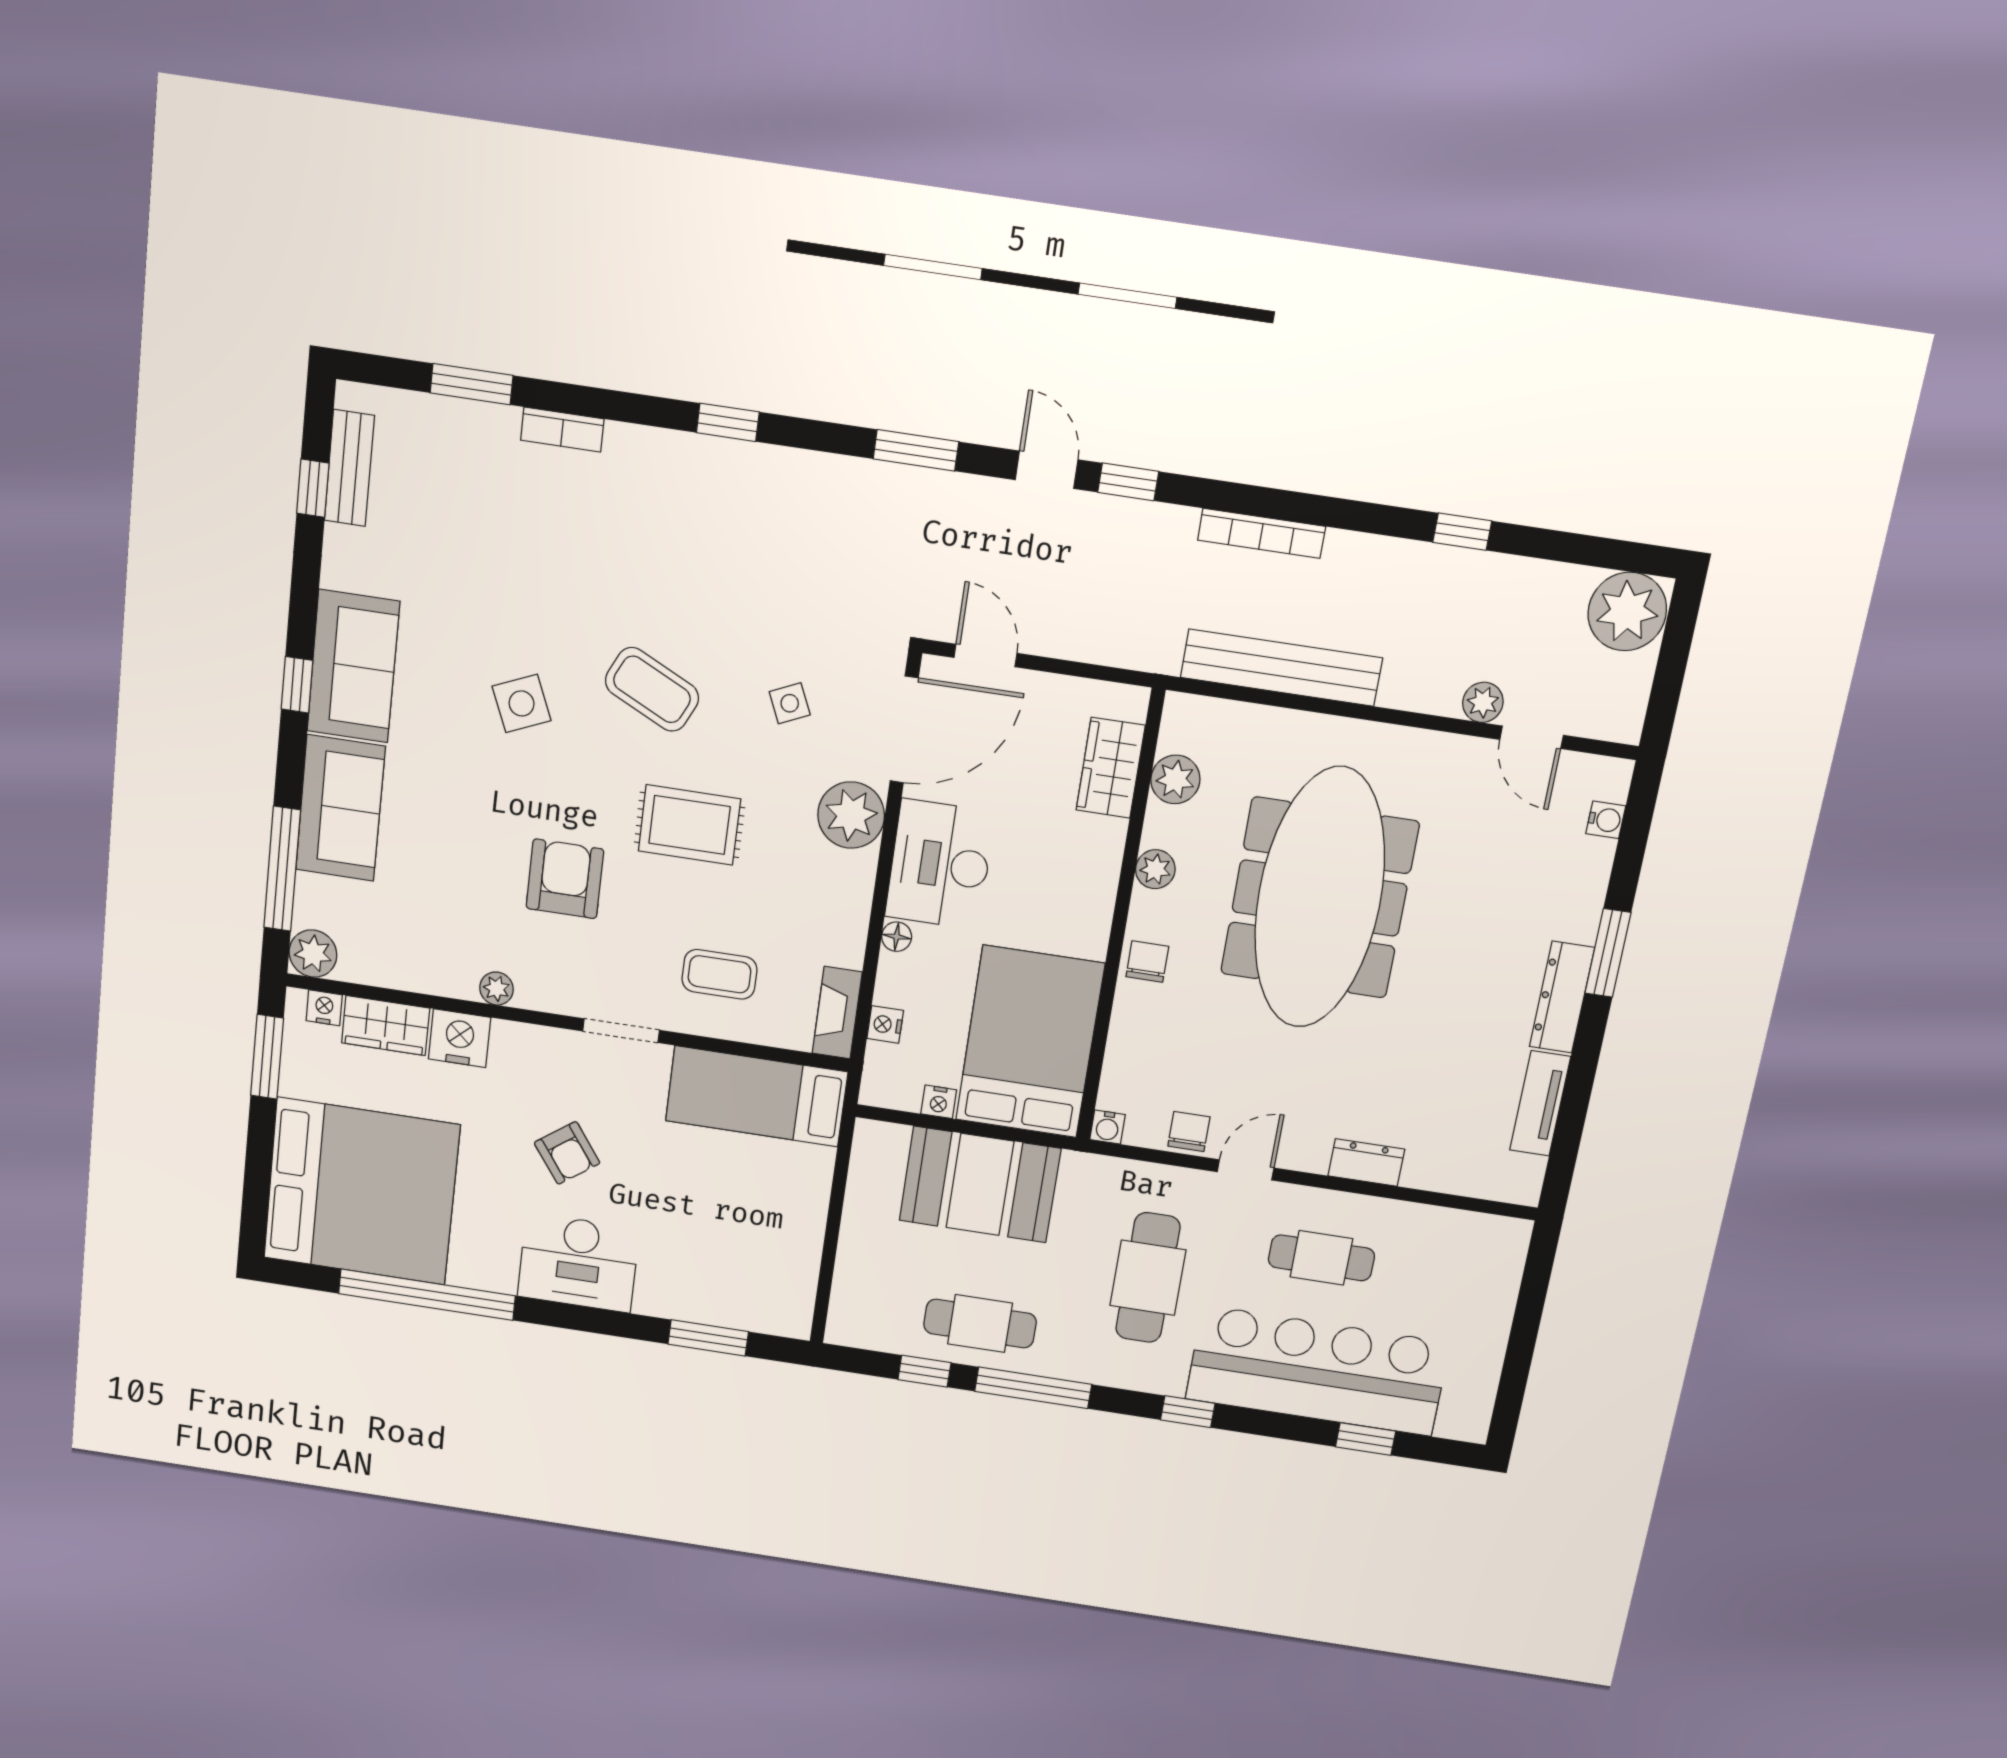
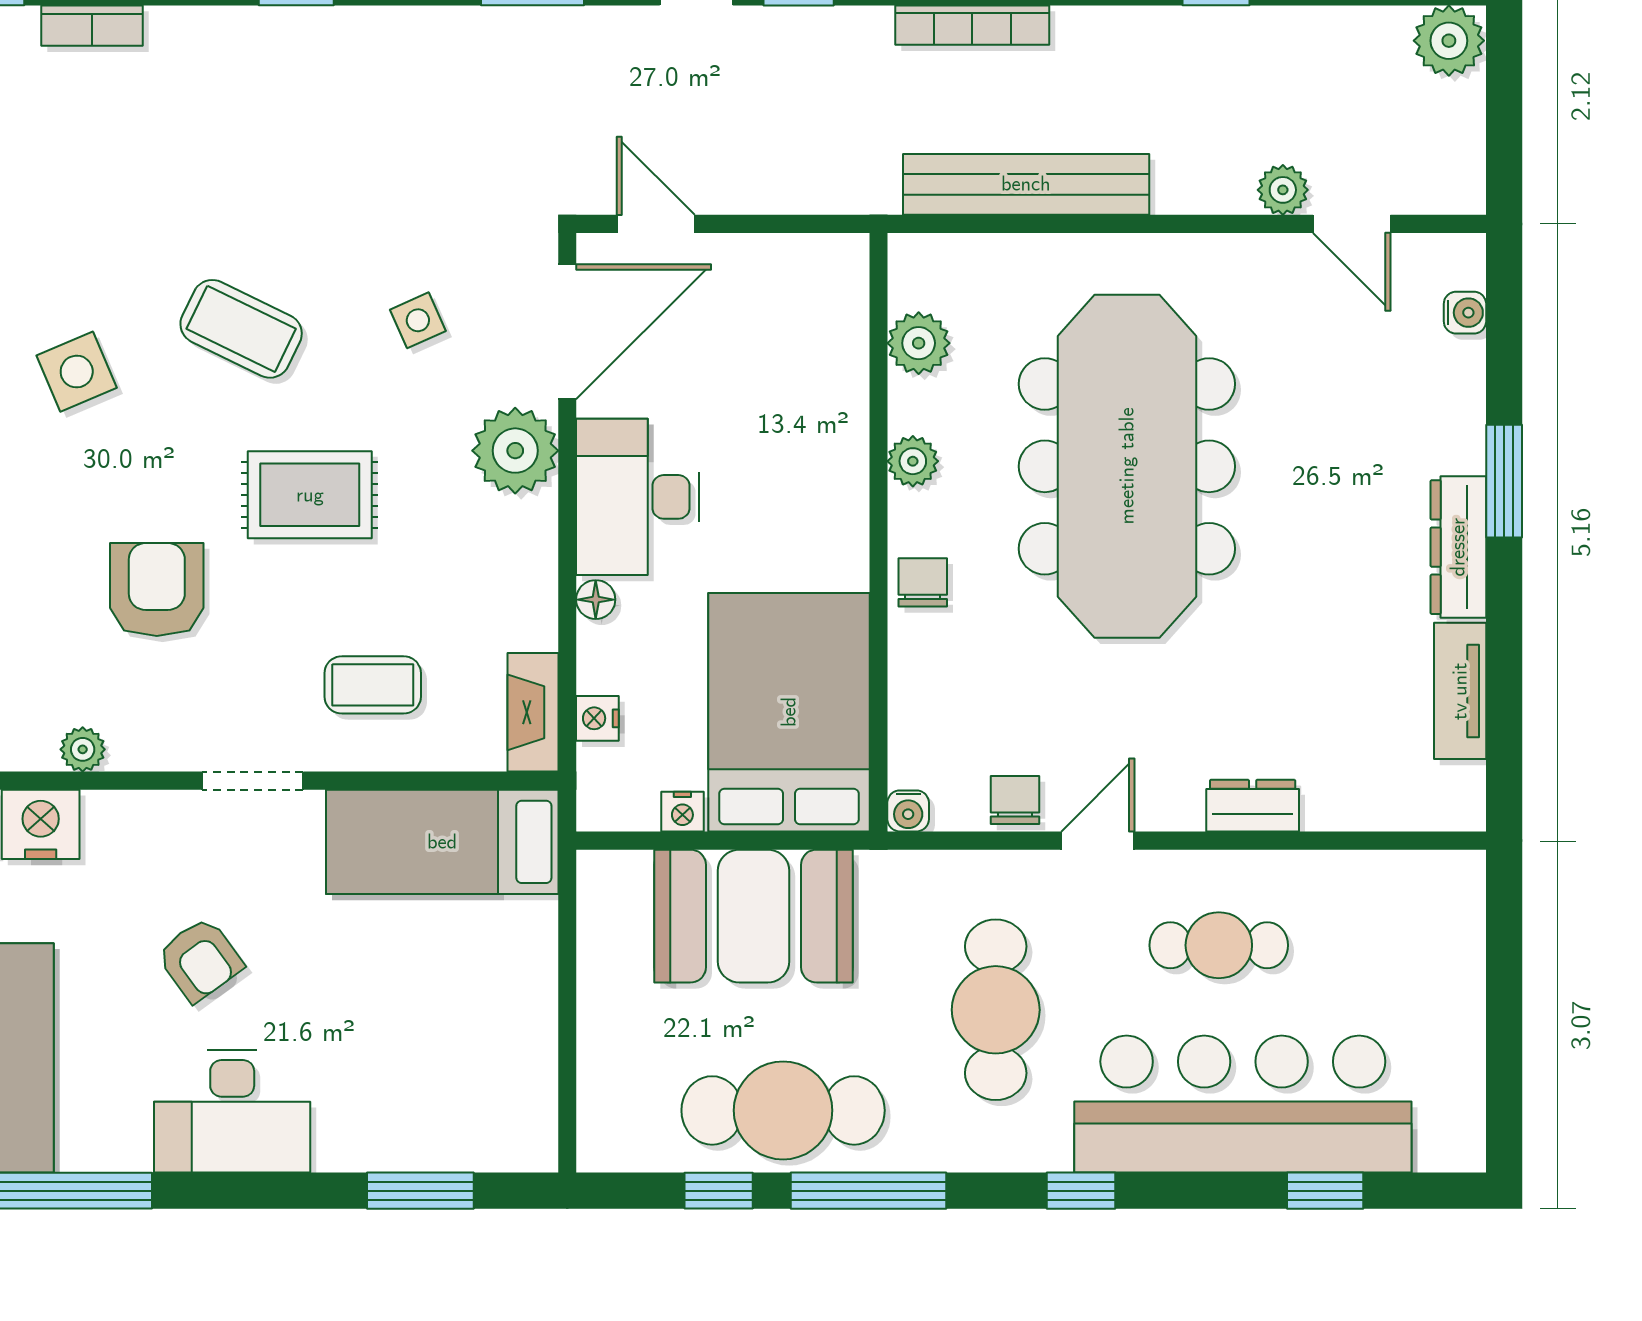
plant: (1627, 612) -> (1449, 41), width x0.73, depth x0.73
wardrobe: (1111, 768) -> (835, 341), removed
cafe table: (980, 1323) -> (783, 1110), width x1.37, depth x1.35

